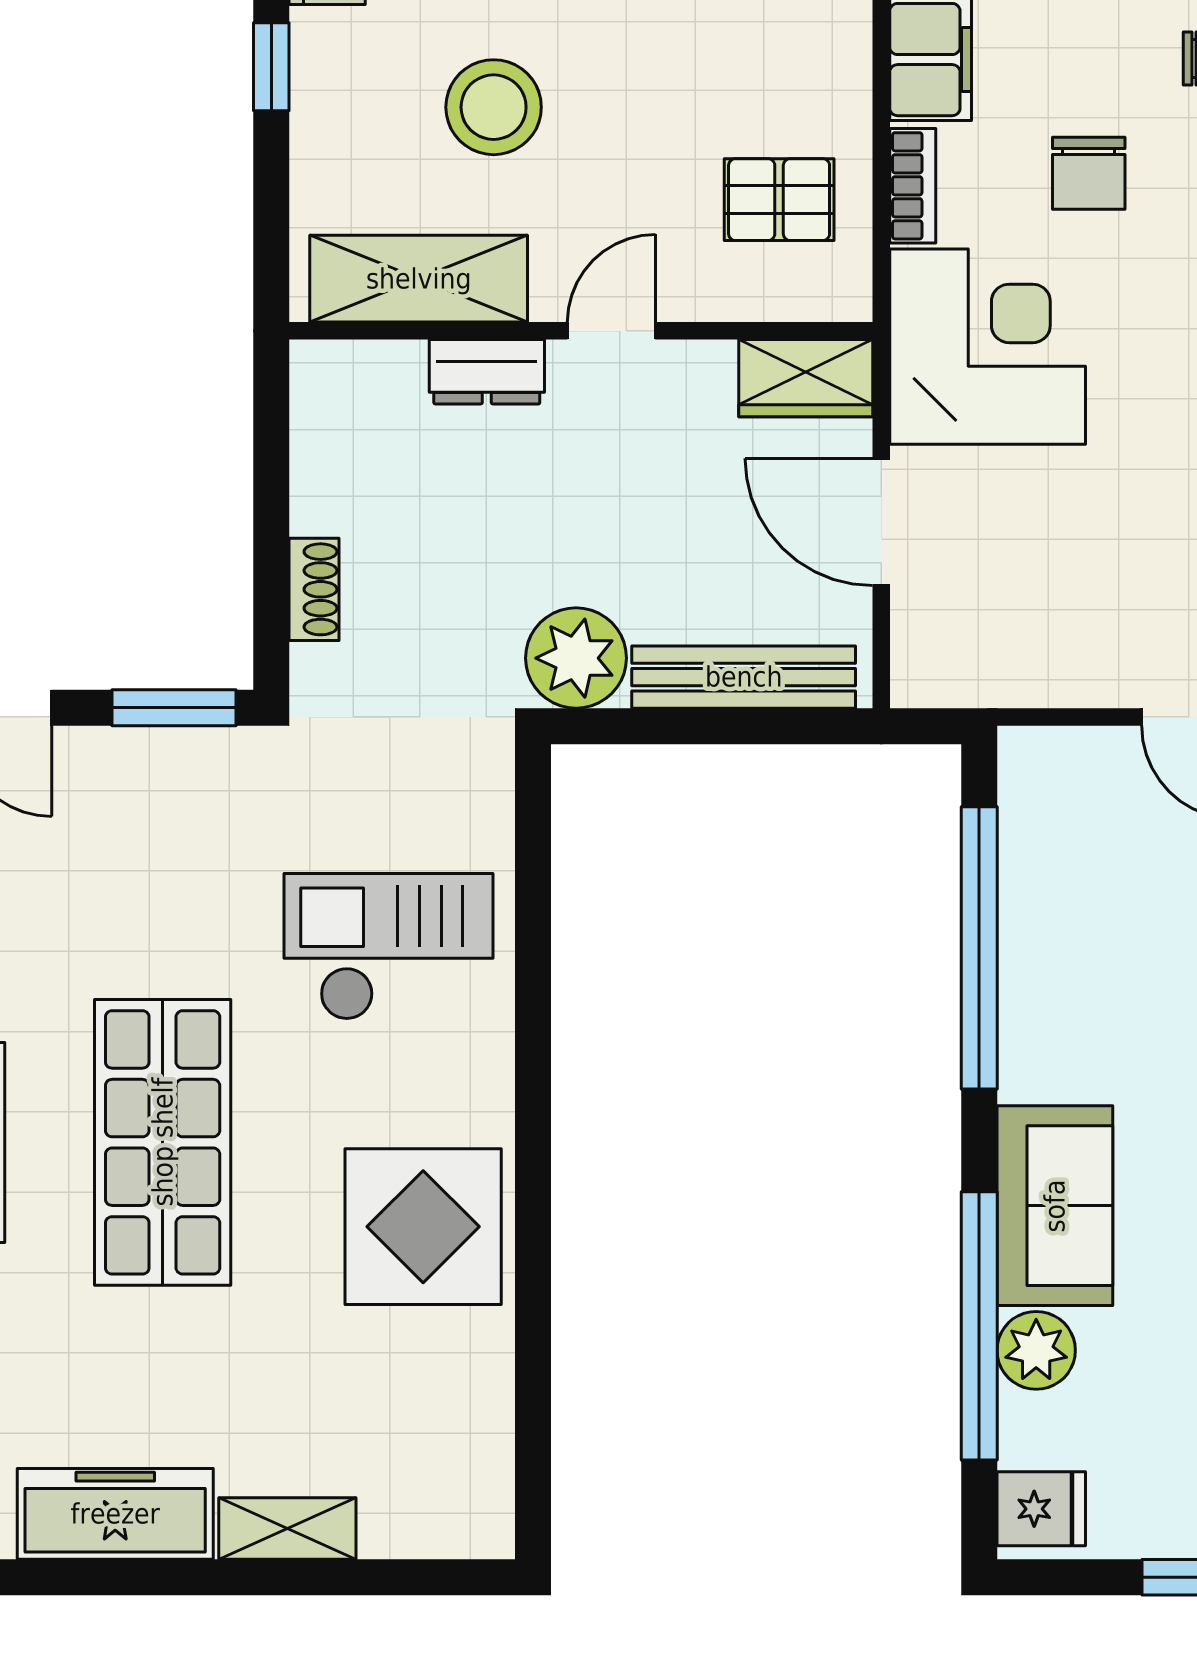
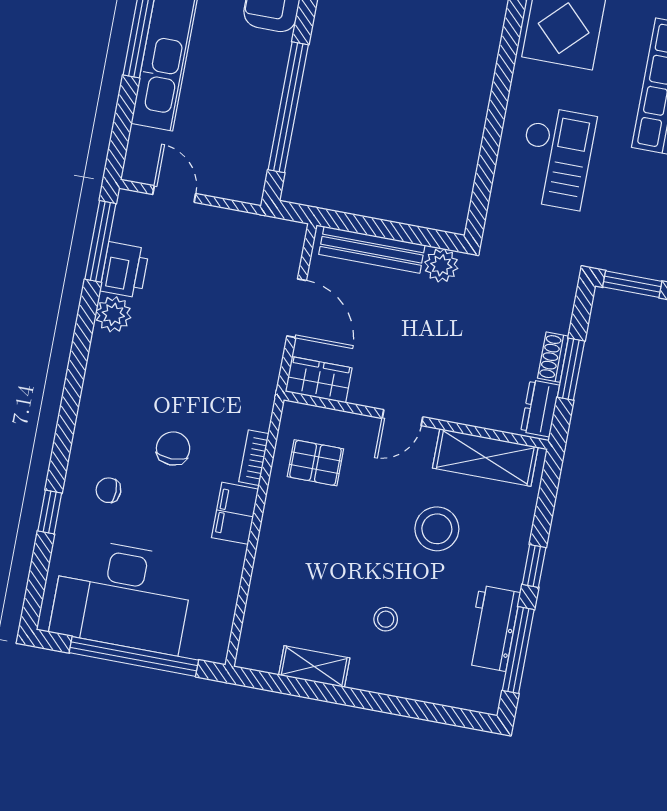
corner desk: (988, 347) -> (234, 379), removed
dresser: (487, 372) -> (540, 408), moved, turned -90
window: (271, 502) -> (571, 369), added
shoe rack: (314, 589) -> (553, 357), moved
plant: (576, 658) -> (441, 265), width x0.73, depth x0.73
checkout: (388, 947) -> (556, 158), turned -90

